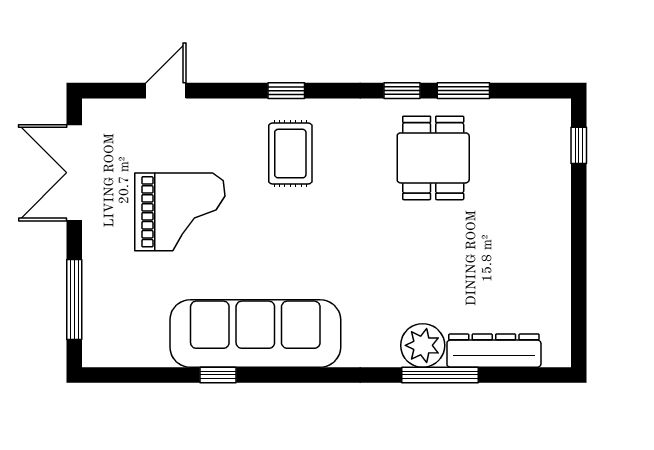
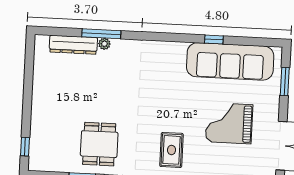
window: (74, 299) -> (285, 82), width x0.69
sofa: (255, 333) -> (230, 61), moved
plant: (423, 345) -> (104, 44), width x0.53, depth x0.53

